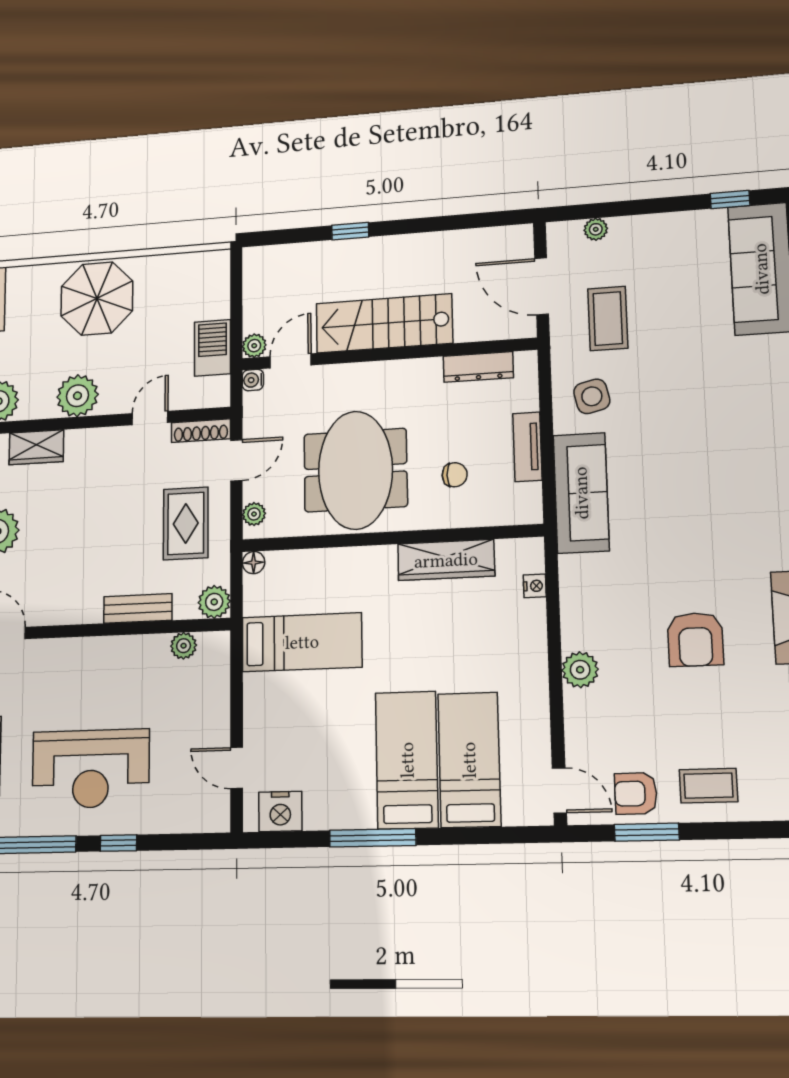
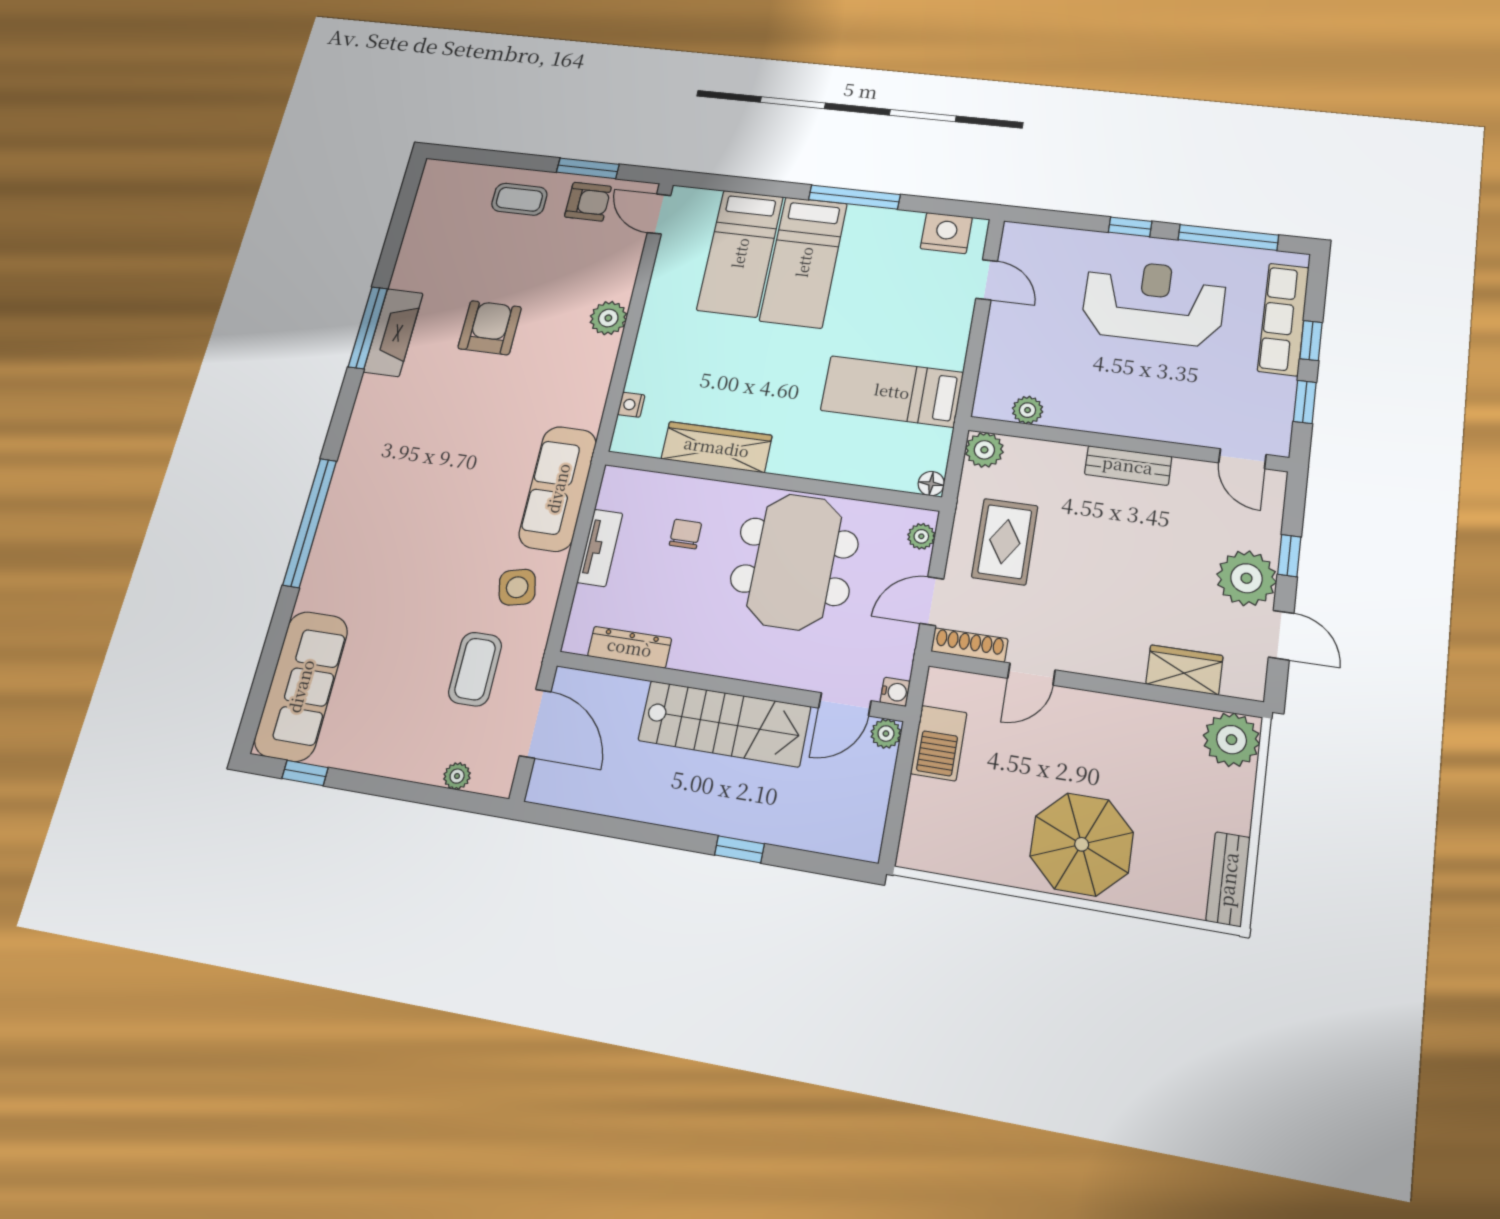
plant: (77, 396) -> (1123, 723), removed
chair: (455, 475) -> (685, 534), turned 90
bench: (138, 608) -> (1128, 465), moved

